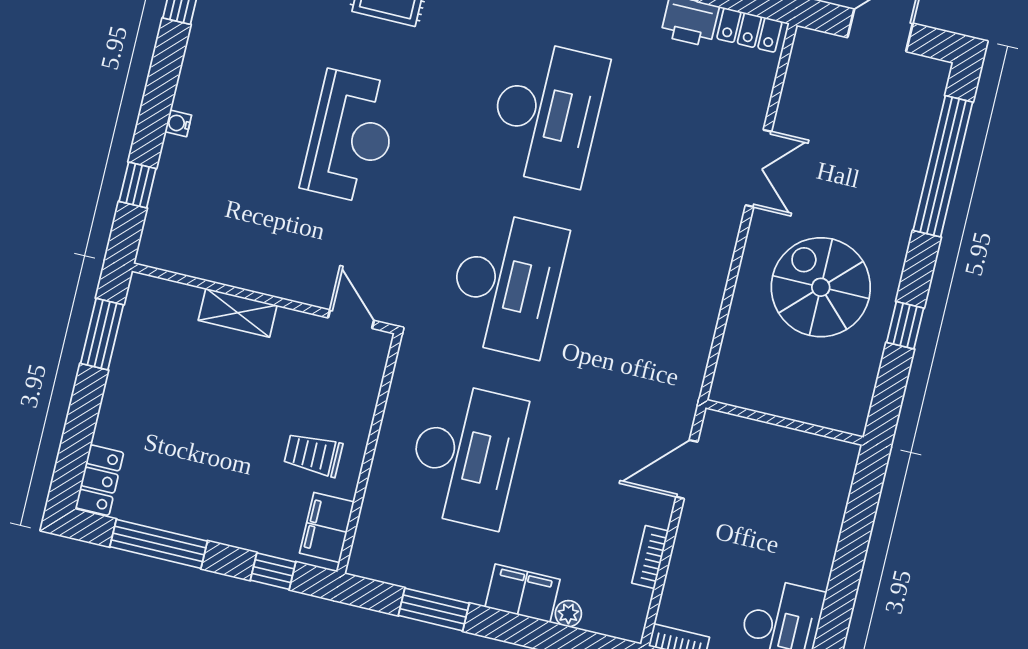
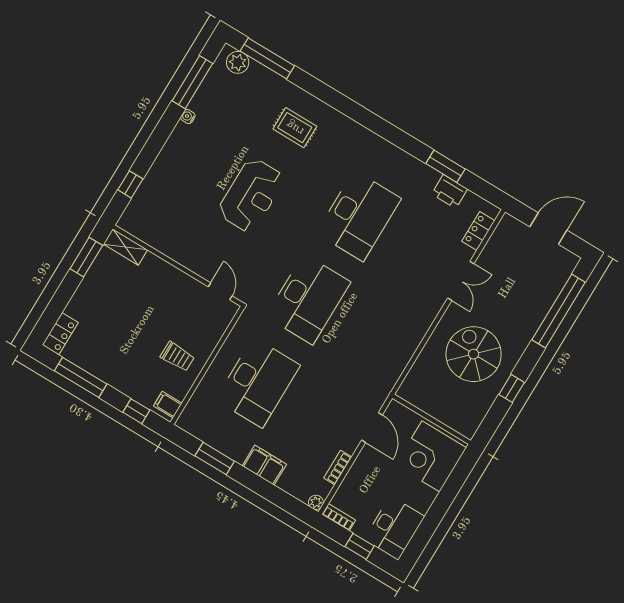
locker: (749, 30) -> (478, 231), moved, turned 90
water cooler: (178, 123) -> (188, 117), moved
shelving: (238, 313) -> (125, 247), moved
trolley: (313, 455) -> (177, 356), turned 180
door: (687, 469) -> (372, 428), swing flipped
corner desk: (804, 486) -> (431, 456), added
filing cabinet: (327, 528) -> (168, 405), width x0.50
plant: (568, 614) -> (316, 502), moved

